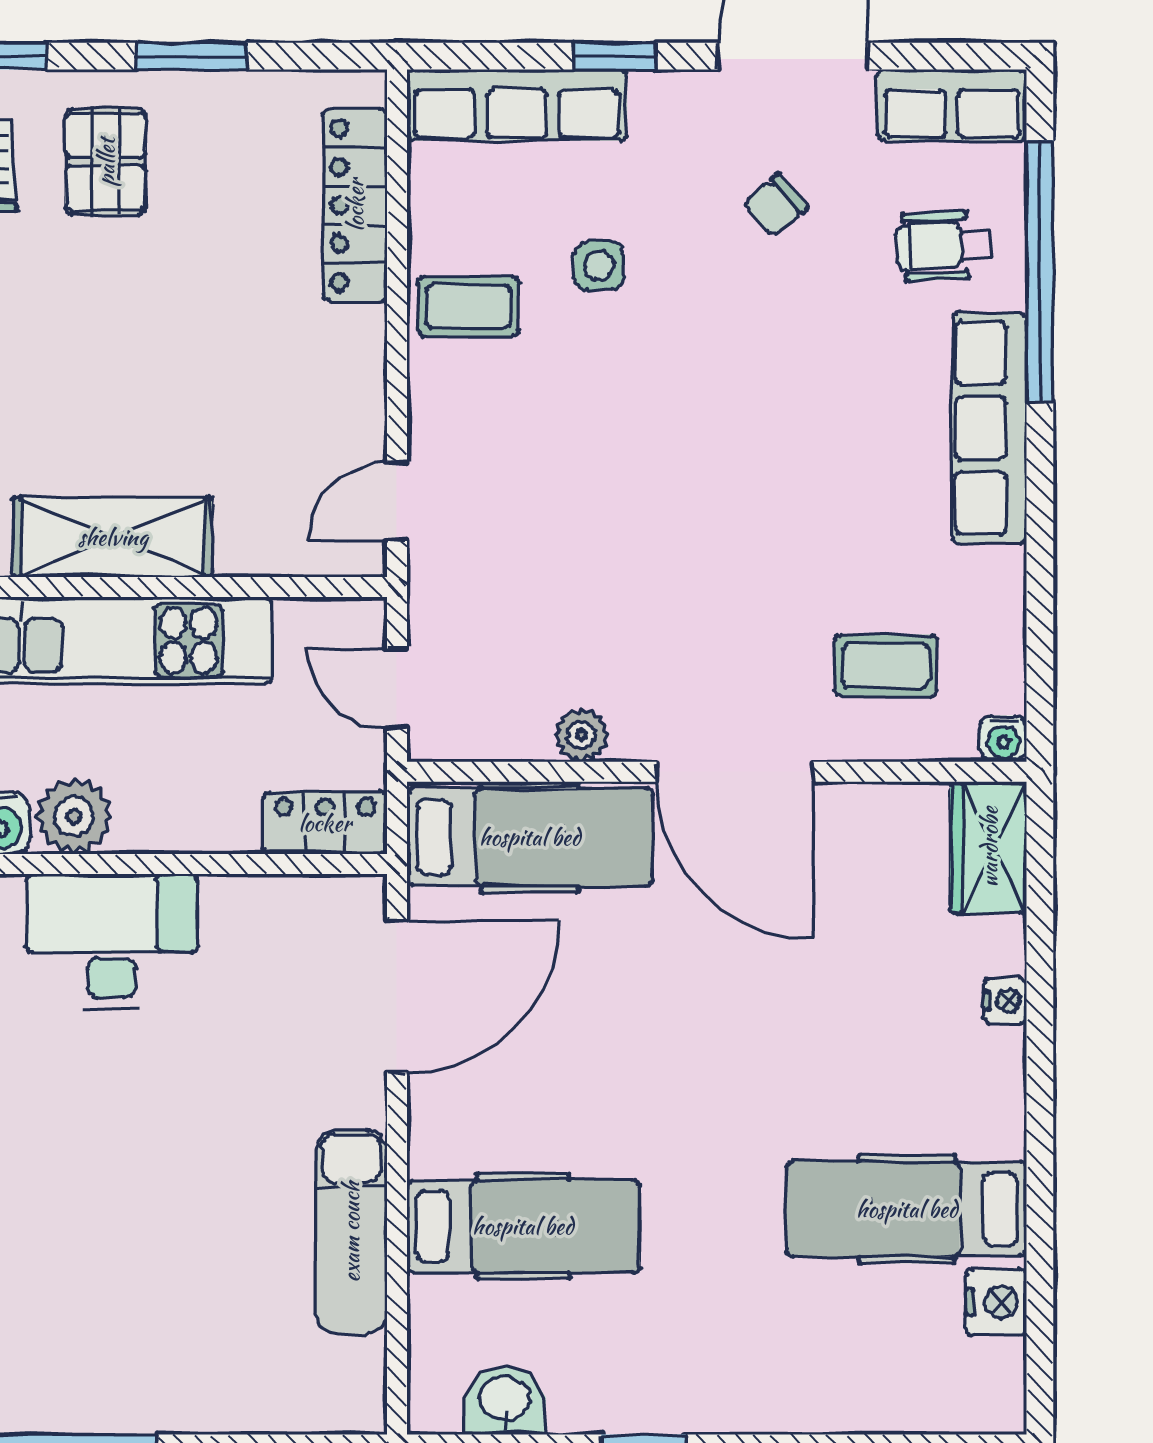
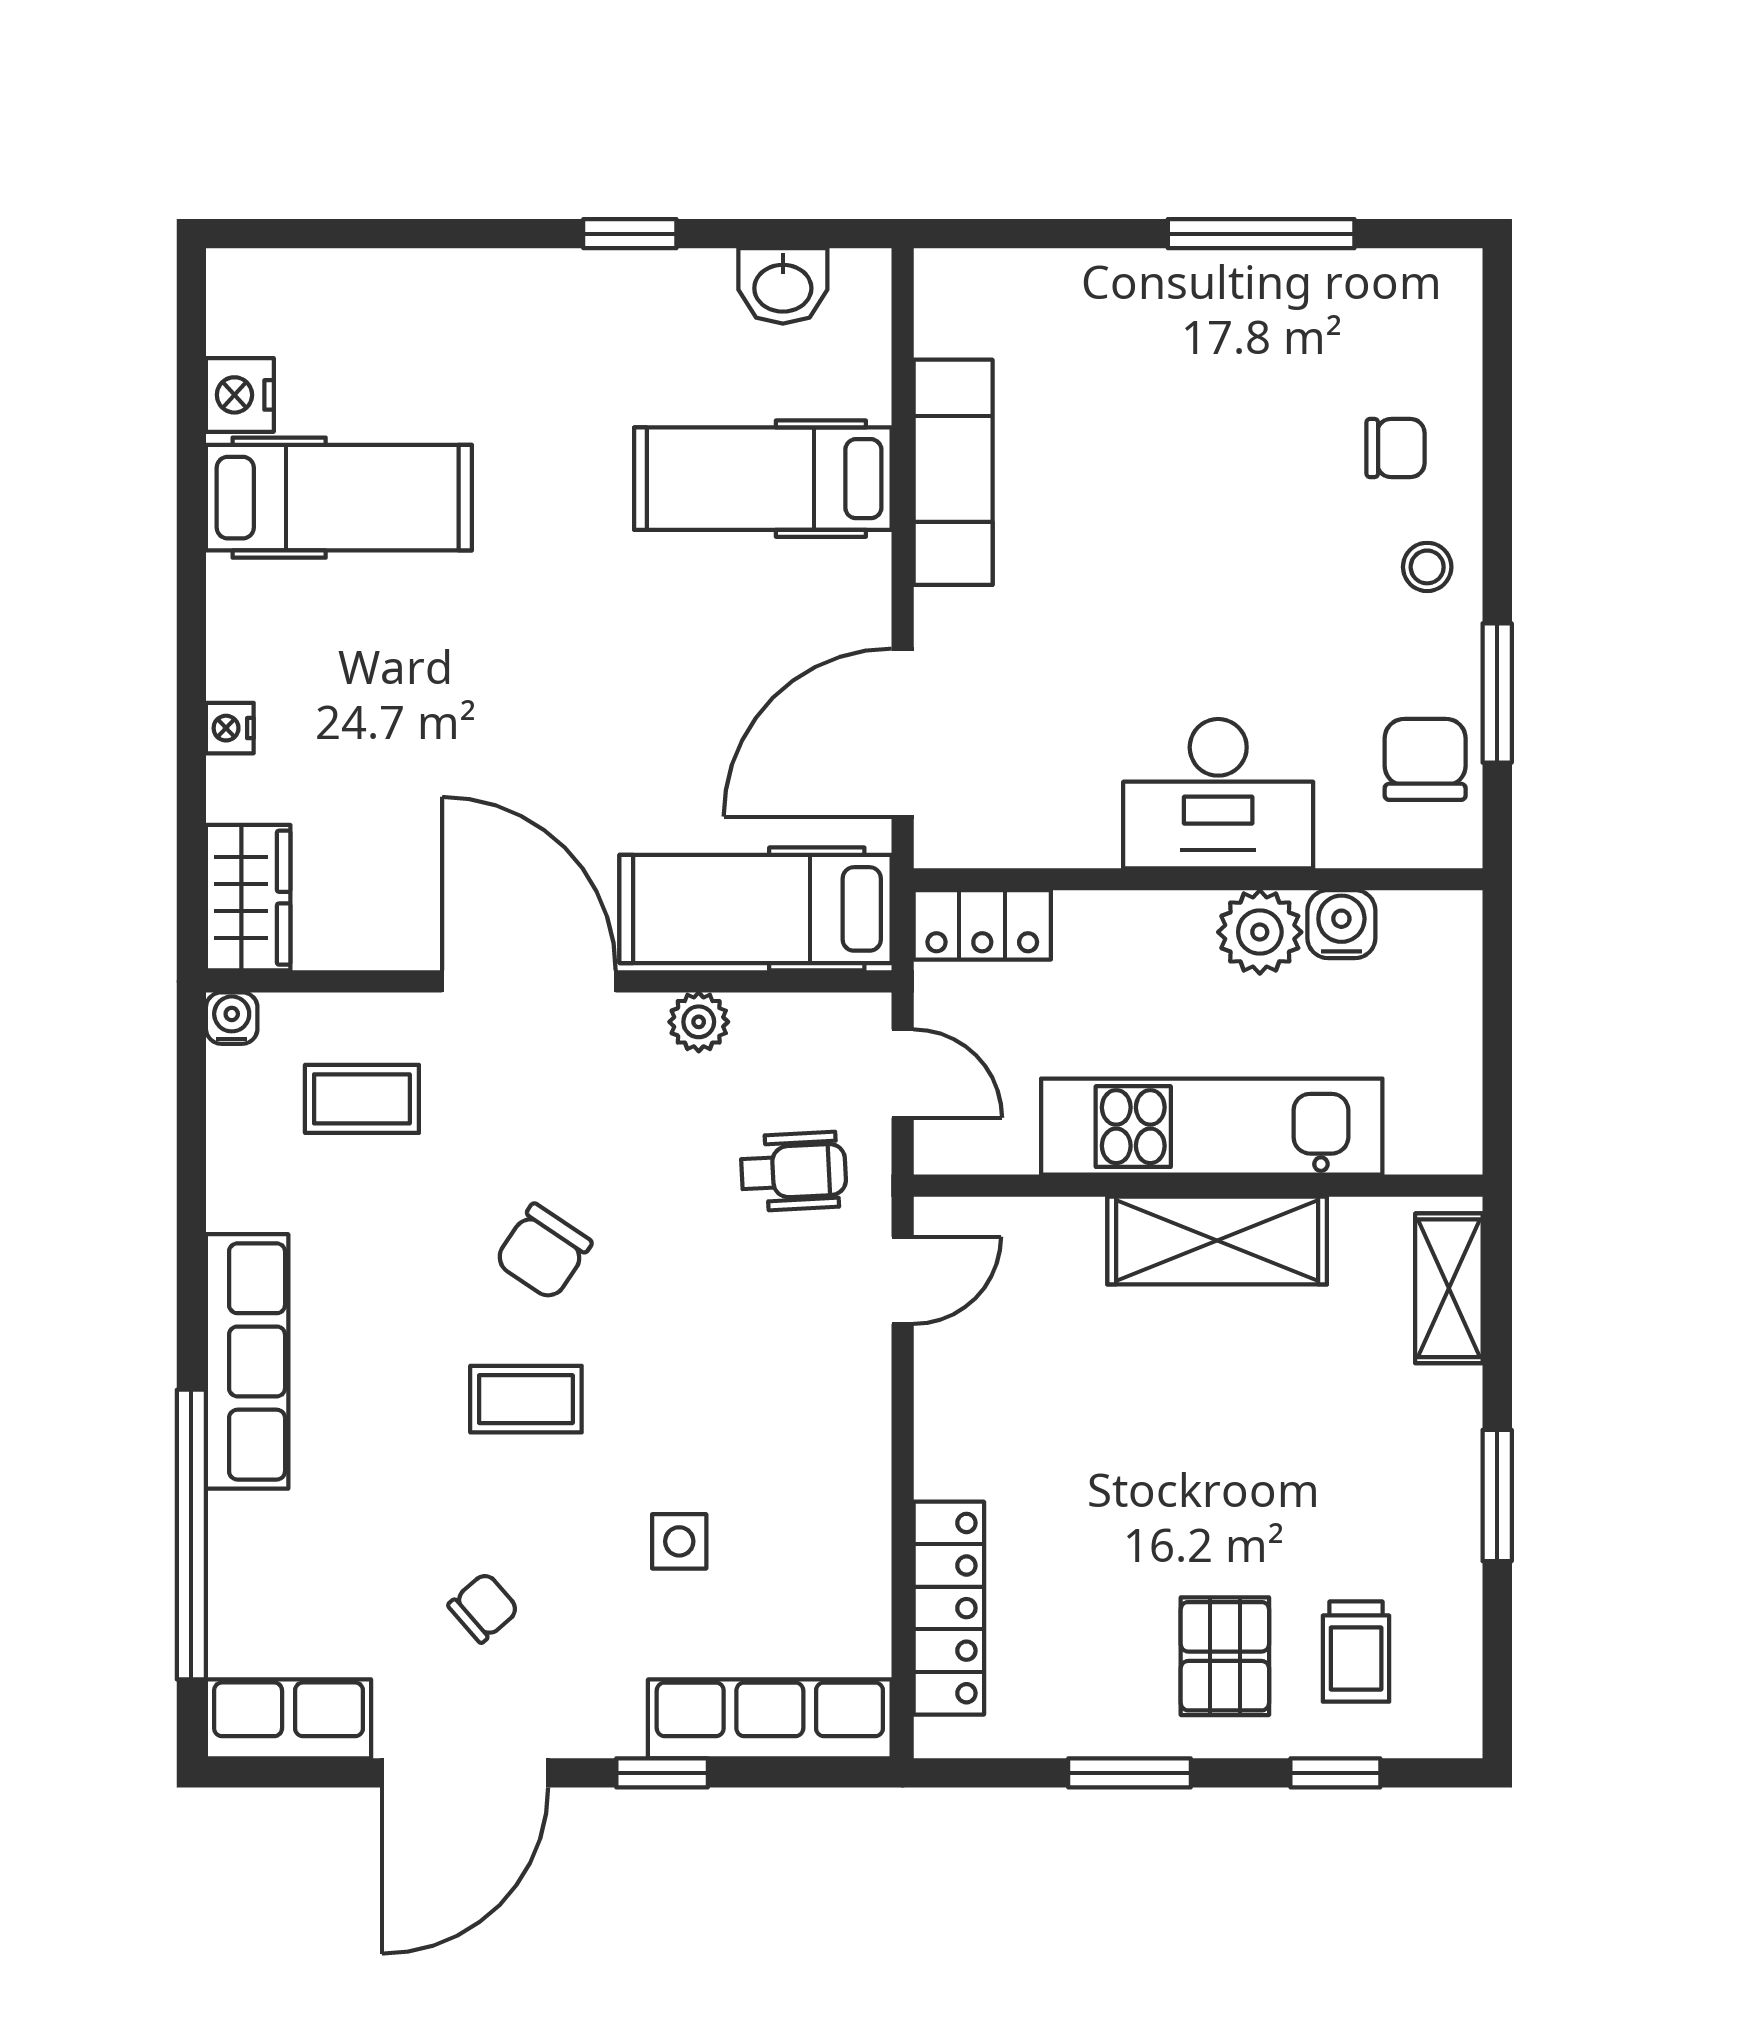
wheelchair: (943, 246) -> (794, 1171), moved
coffee table: (468, 307) -> (526, 1399), moved
chair: (722, 527) -> (543, 1252), added

